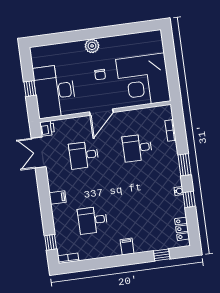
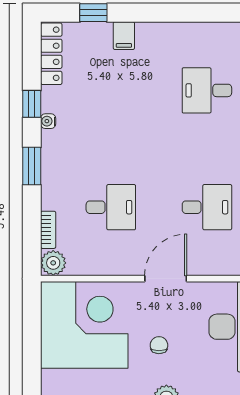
plant: (165, 112) -> (53, 263), added
desk: (93, 220) -> (207, 90), turned 180
locker: (182, 229) -> (51, 54), width x1.53
filing cabinet: (127, 247) -> (124, 36), moved

